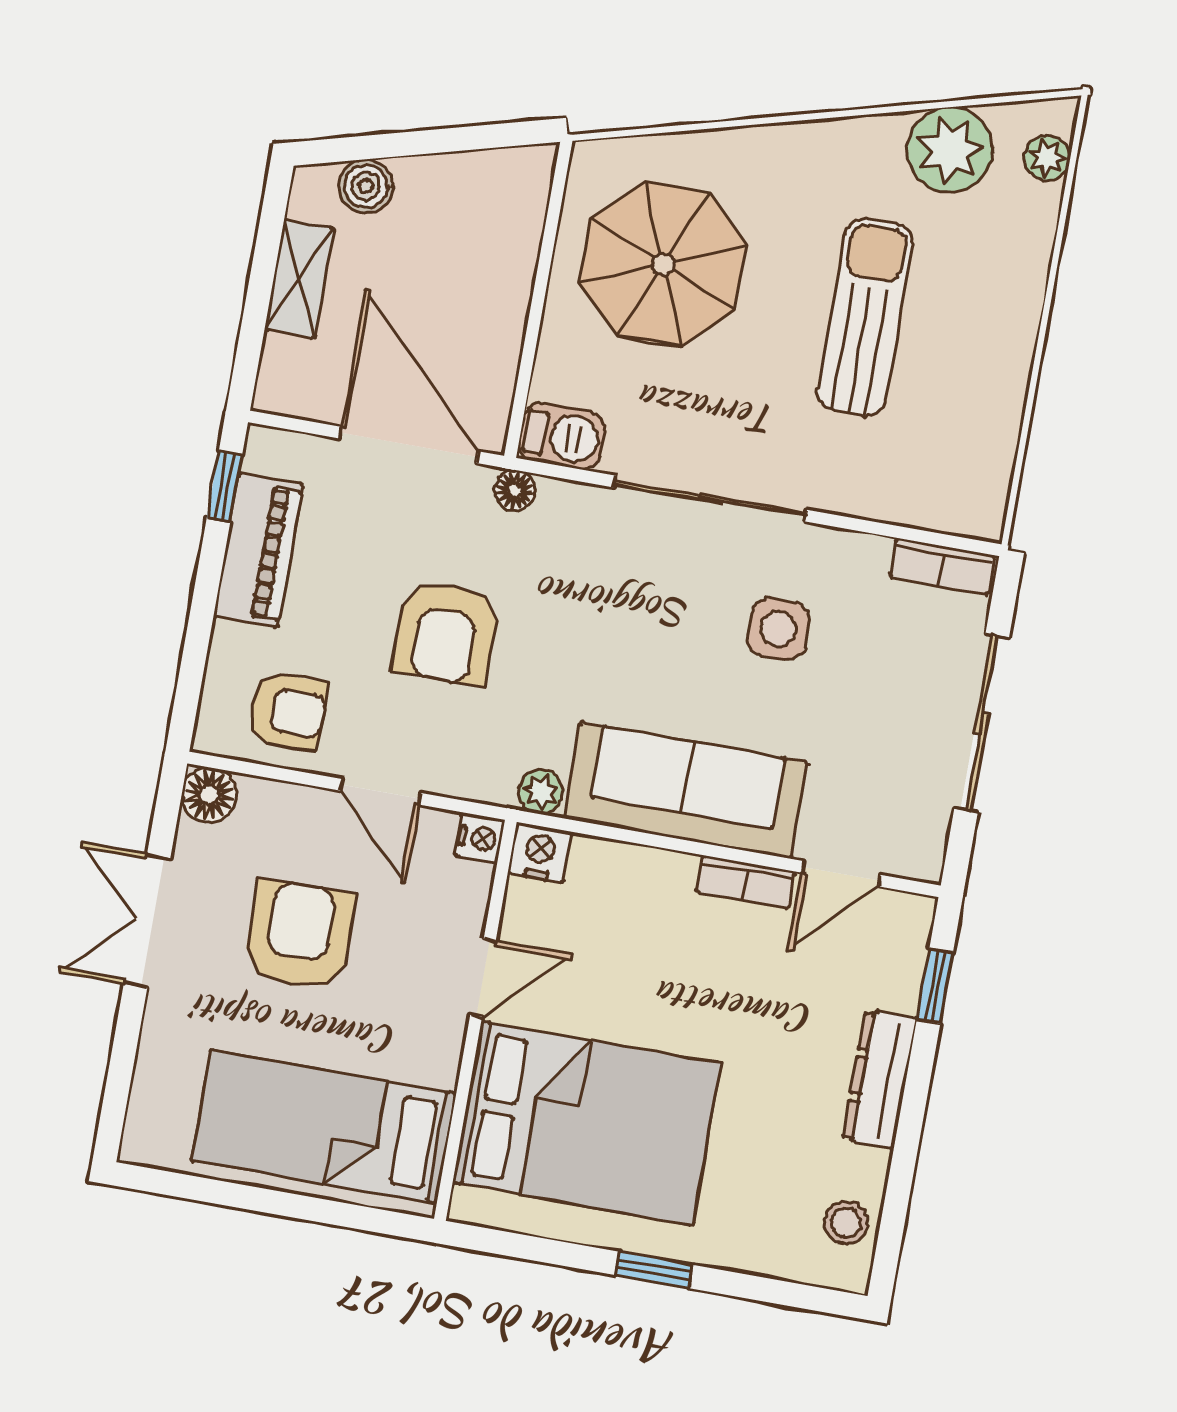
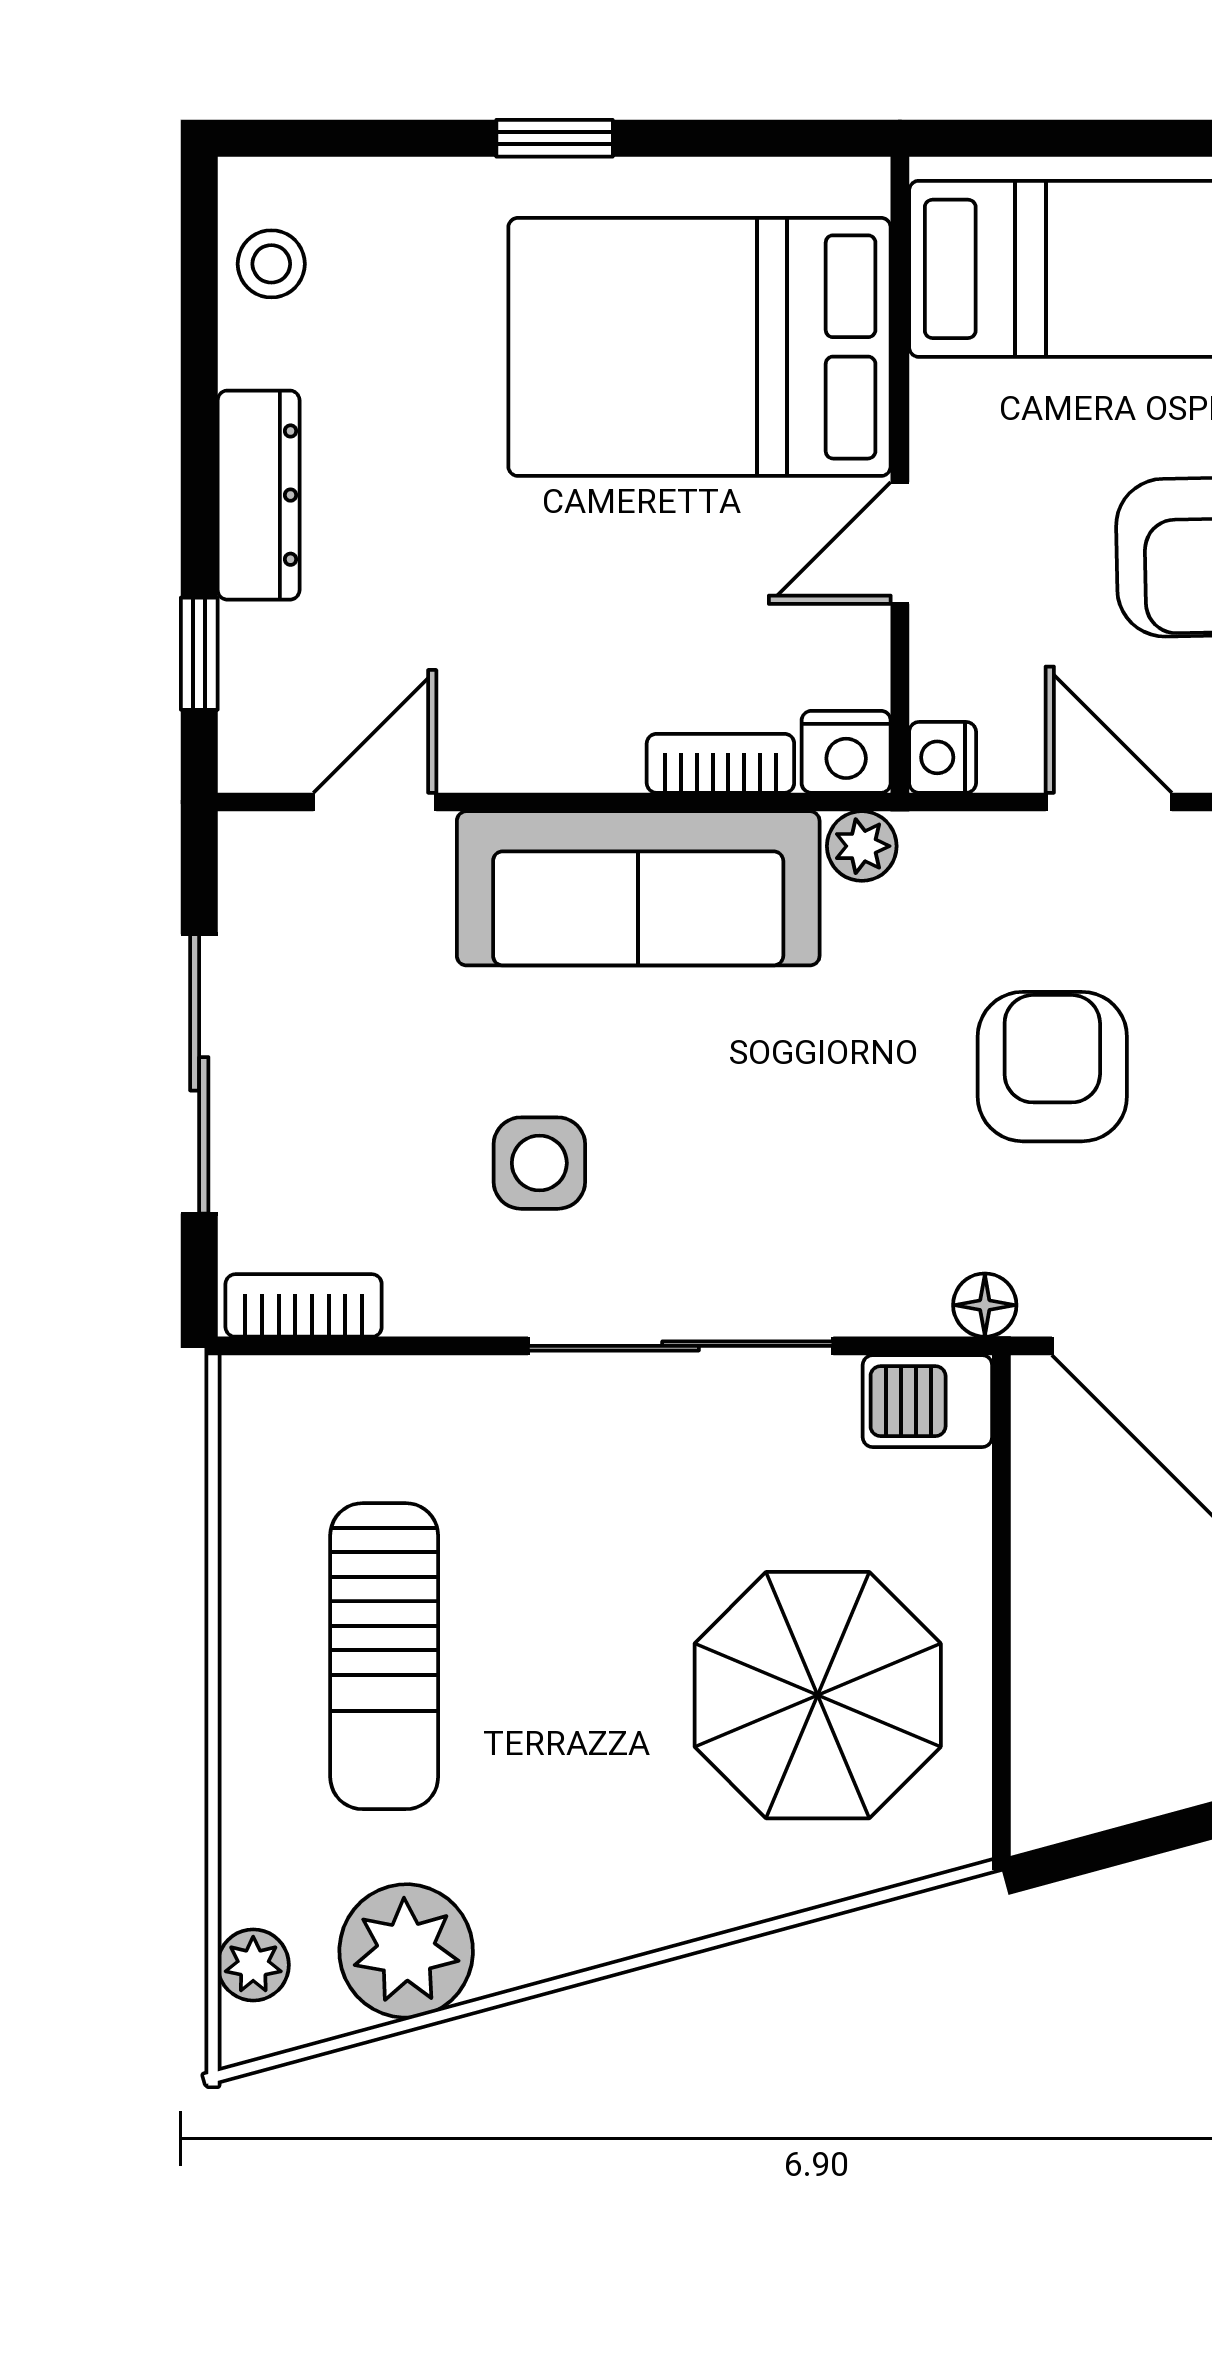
sun lounger: (865, 317) -> (384, 1656), moved
bookcase: (746, 882) -> (720, 763), moved

